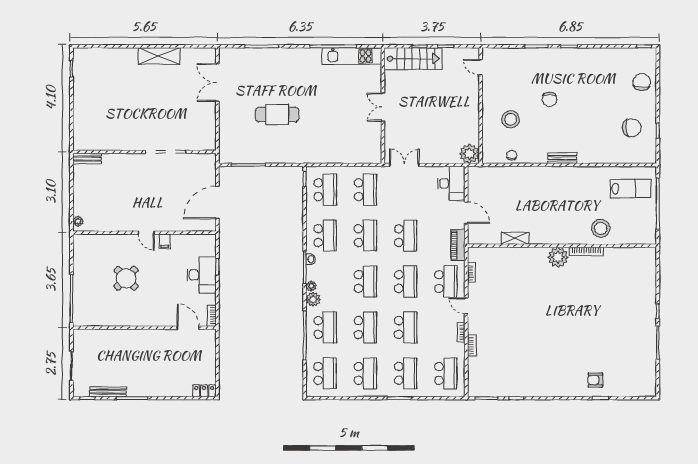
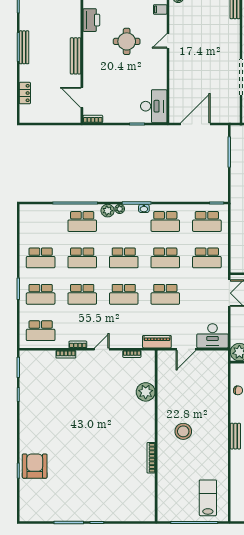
lab bench: (630, 189) -> (208, 498), turned 180
door: (217, 202) -> (195, 124), hinge flipped
stool: (601, 228) -> (183, 431), moved
door: (146, 233) -> (168, 41), moved
shelving: (515, 238) -> (163, 393), removed
filing cabinet: (165, 241) -> (160, 9), moved
plant: (558, 257) -> (146, 392), moved
desk: (202, 275) -> (154, 106), moved, turned -90
round table: (126, 278) -> (127, 41), turned 45
school desk: (446, 282) -> (124, 331), removed
printer: (103, 317) -> (91, 20), added
door: (188, 328) -> (82, 97), swing flipped
bench: (142, 335) -> (76, 56), added
school desk: (325, 373) -> (41, 221), removed
armchair: (595, 380) -> (35, 466), width x1.88, depth x1.88
locker: (204, 391) -> (25, 93), moved
bench: (108, 392) -> (24, 47), moved

